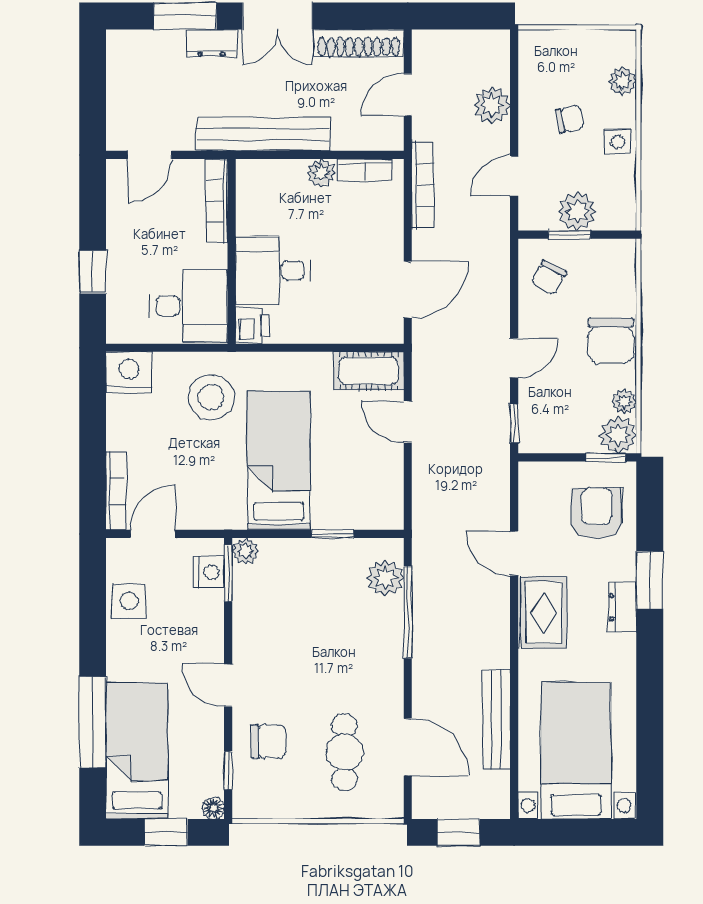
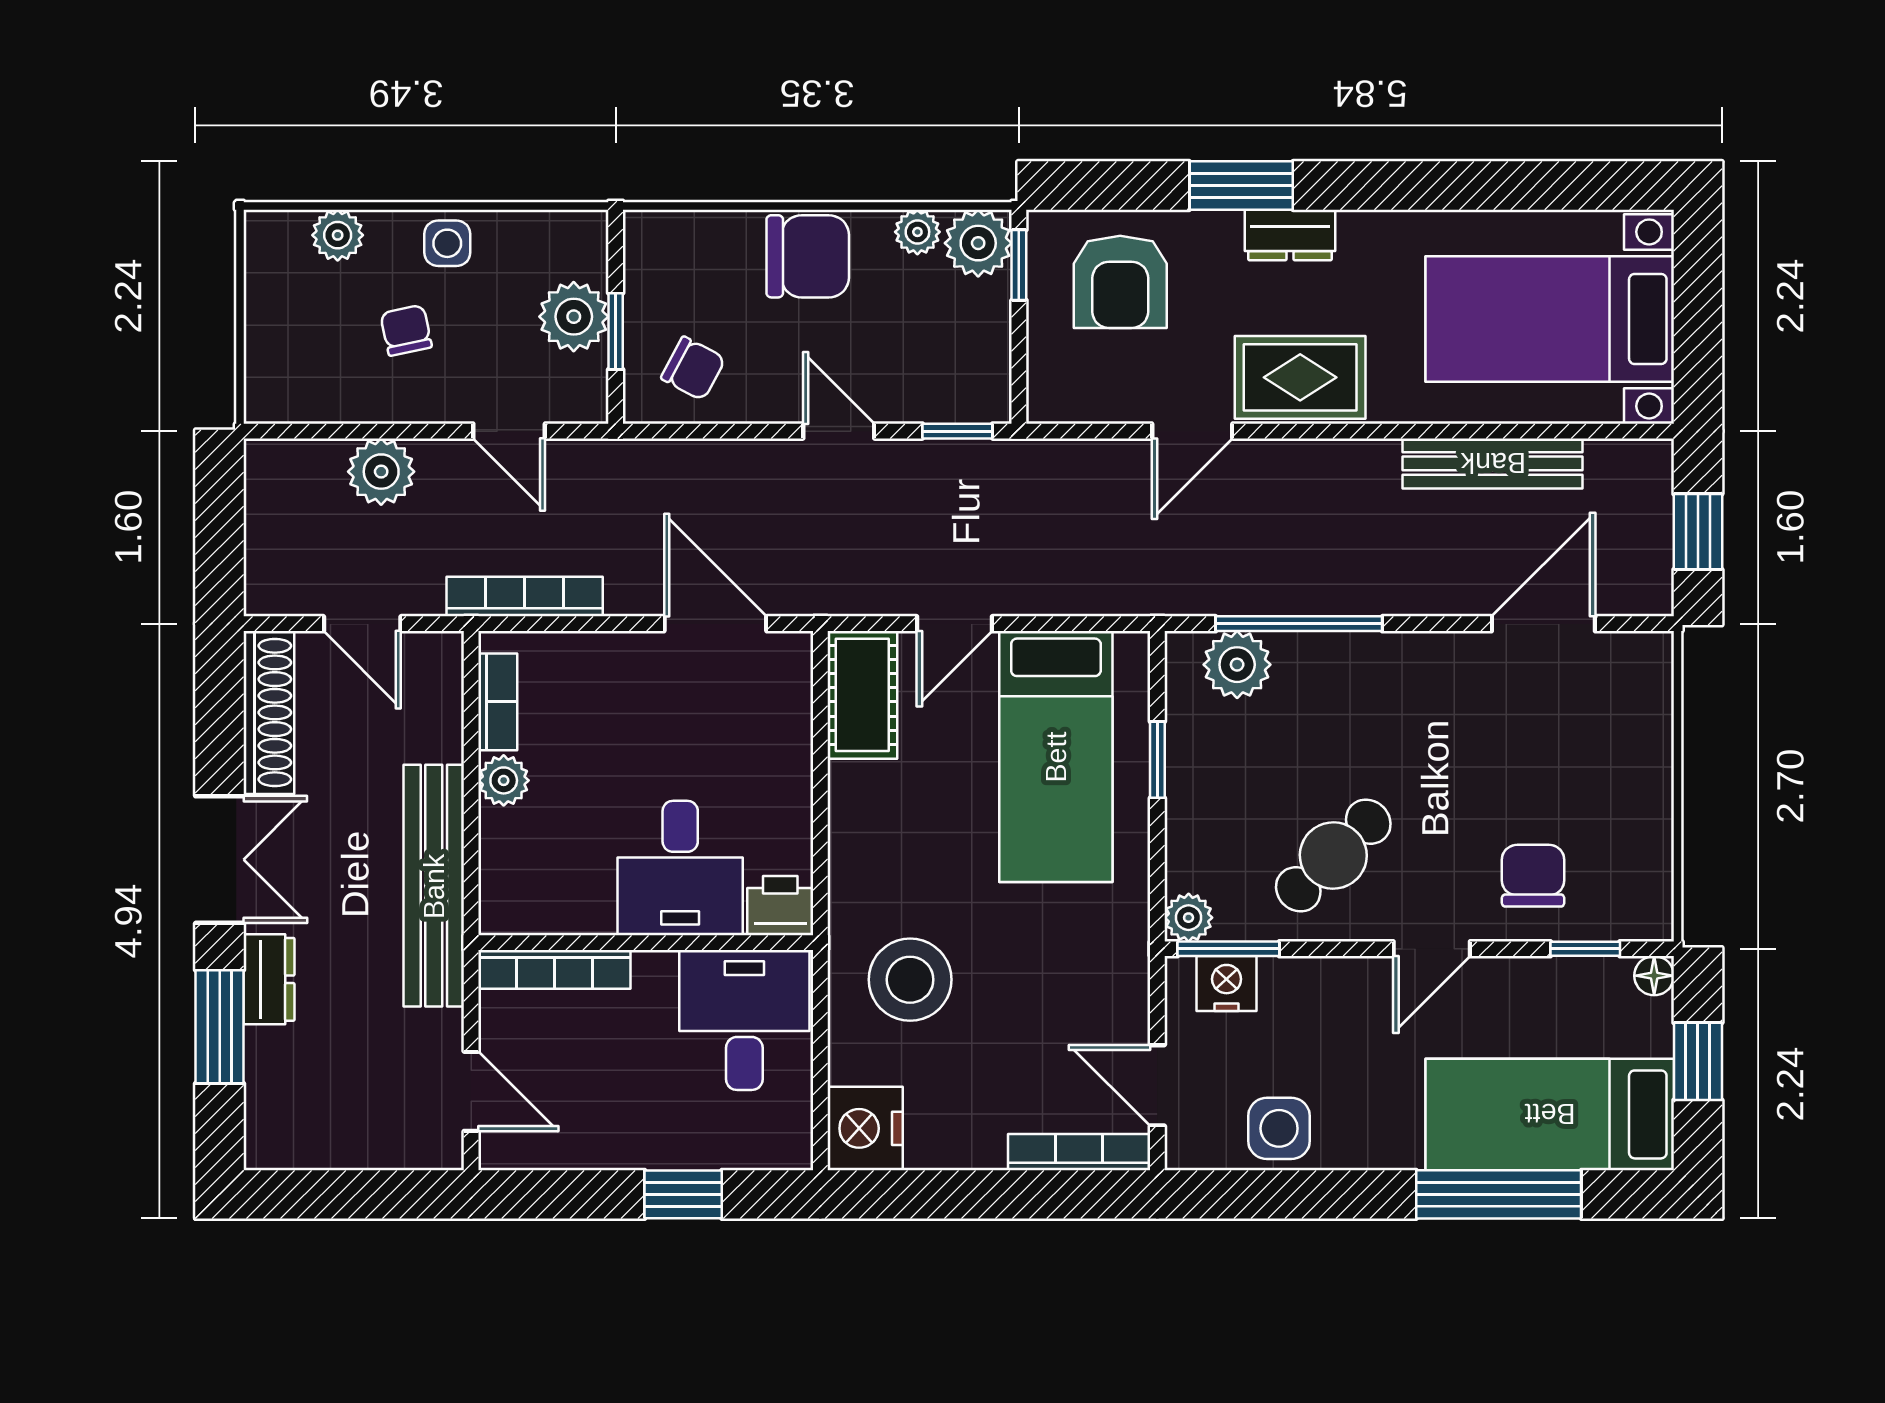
bed: (279, 461) -> (1056, 757), moved, turned -90
armchair: (596, 513) -> (1120, 282), turned -90
cafe table: (344, 752) -> (1333, 855), moved, turned -44

